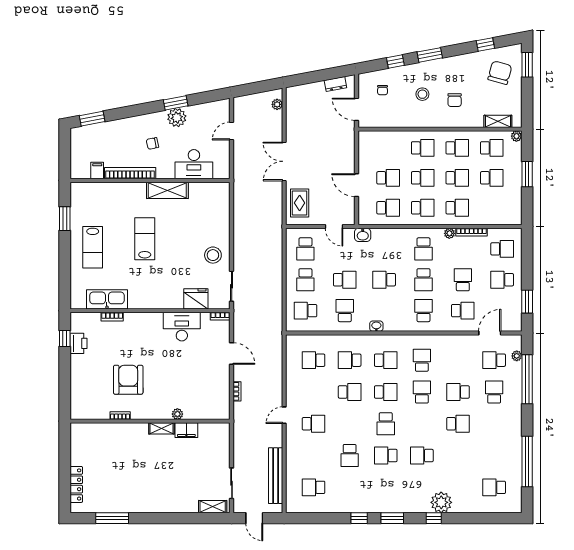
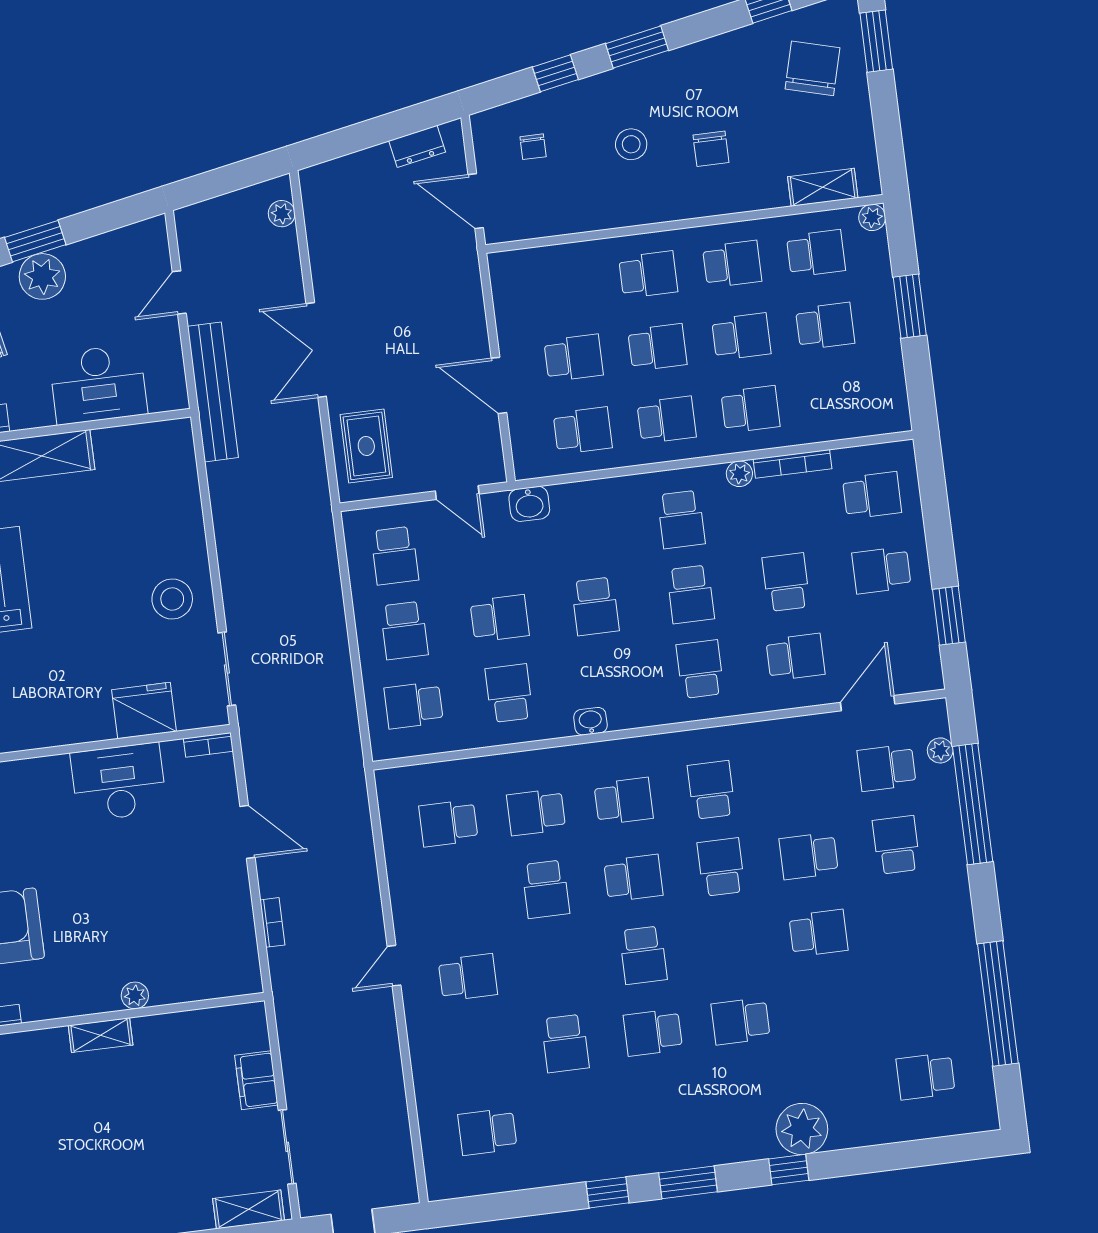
school desk: (384, 280) -> (595, 606), turned -90
school desk: (350, 392) -> (546, 889), turned 90
filing cabinet: (186, 430) -> (256, 1080), moved, turned 90
bench: (276, 476) -> (213, 392), moved

